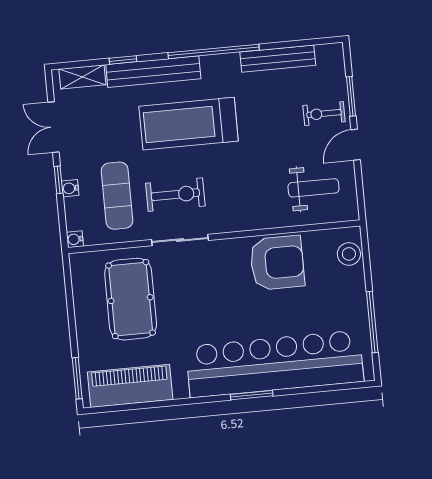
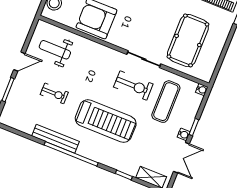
bench: (278, 59) -> (56, 139), moved
bench: (153, 72) -> (110, 160), removed
exercise bike: (324, 114) -> (54, 93), moved
water cooler: (70, 188) -> (184, 134), moved
exercise bike: (175, 195) -> (133, 85), turned 180

